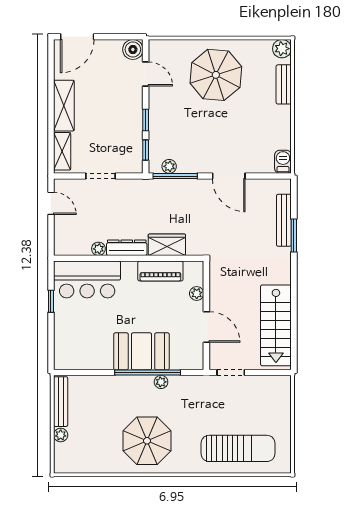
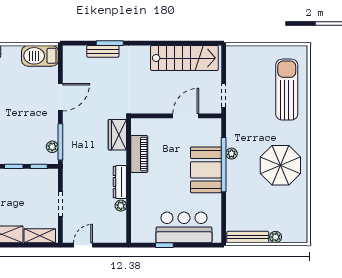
barbecue: (283, 162) -> (40, 56), width x1.88, depth x1.53
bench: (284, 220) -> (103, 51), width x0.73
wardrobe: (167, 245) -> (117, 135), moved
bar counter: (87, 279) -> (184, 227), moved, turned -90
plant: (197, 293) -> (158, 124), removed

